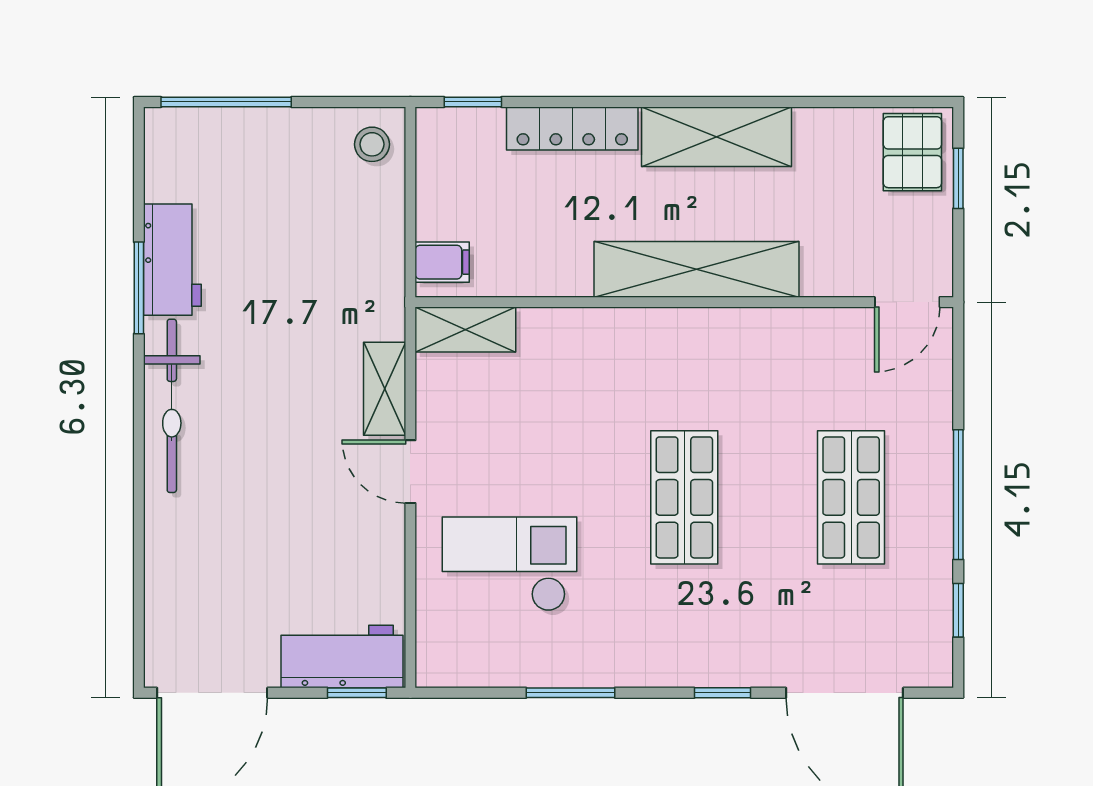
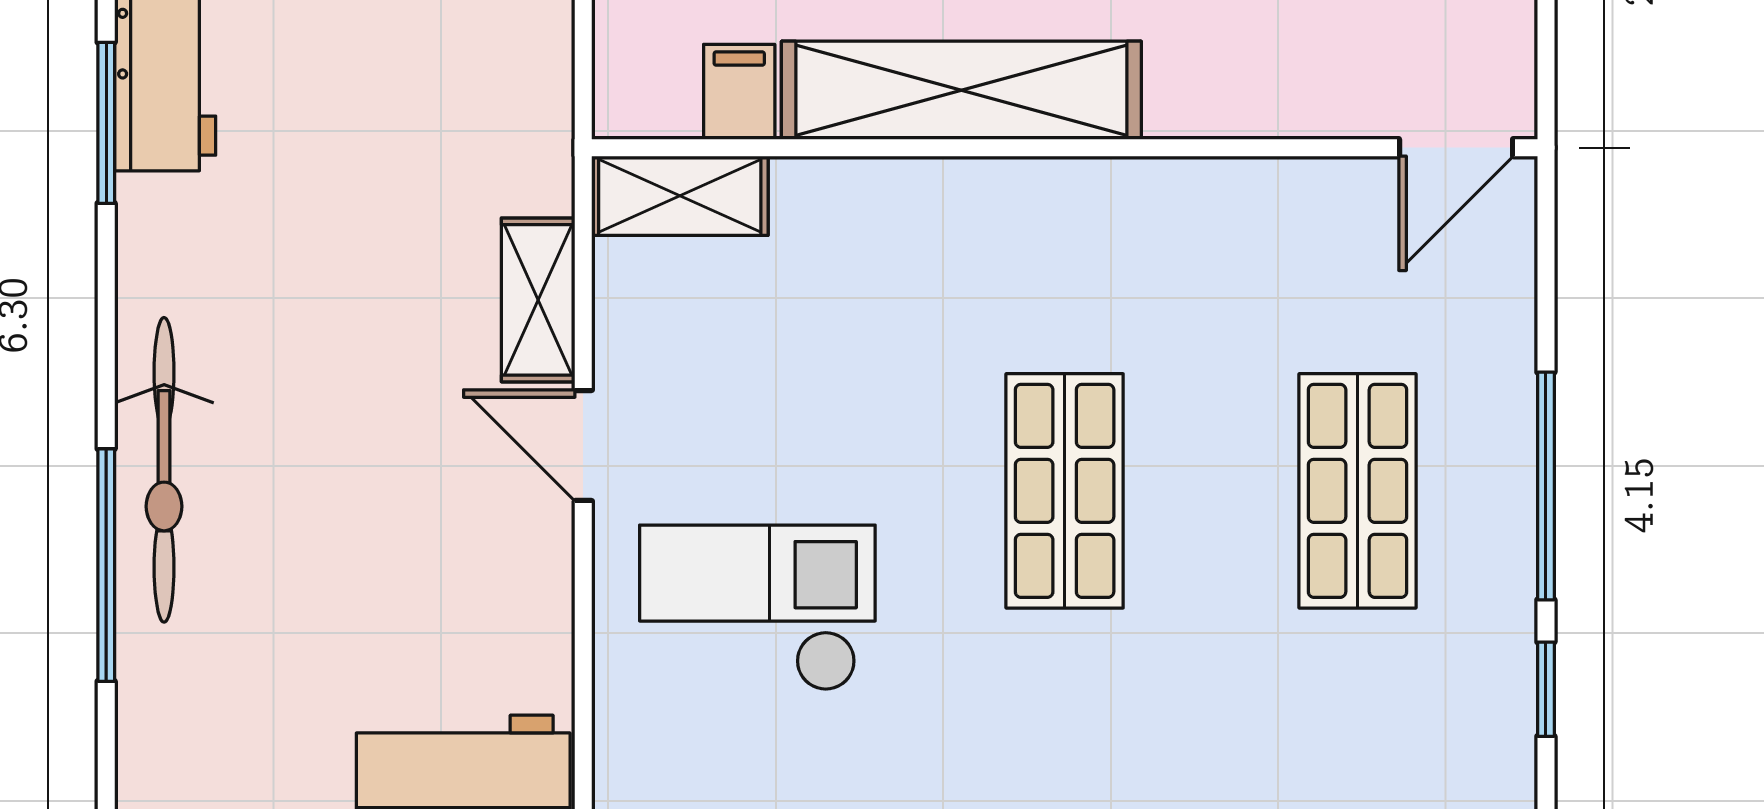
filing cabinet: (442, 262) -> (739, 92), moved, turned -90
shelving: (697, 269) -> (961, 90), moved
bicycle: (172, 406) -> (164, 470), moved
window: (139, 540) -> (106, 565), added

